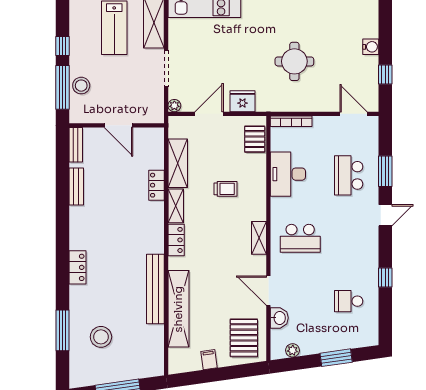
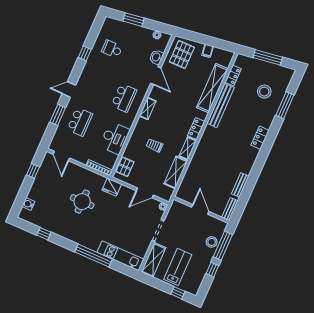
water cooler: (371, 47) -> (28, 204), moved
fridge: (242, 101) -> (112, 187), moved
locker: (156, 185) -> (233, 75), moved
school desk: (300, 238) -> (124, 98), turned 90
school desk: (349, 301) -> (112, 49), turned 180

